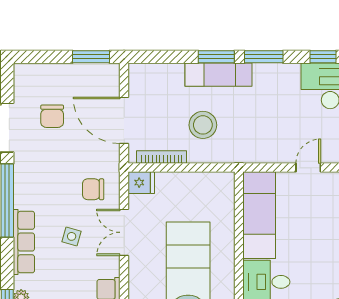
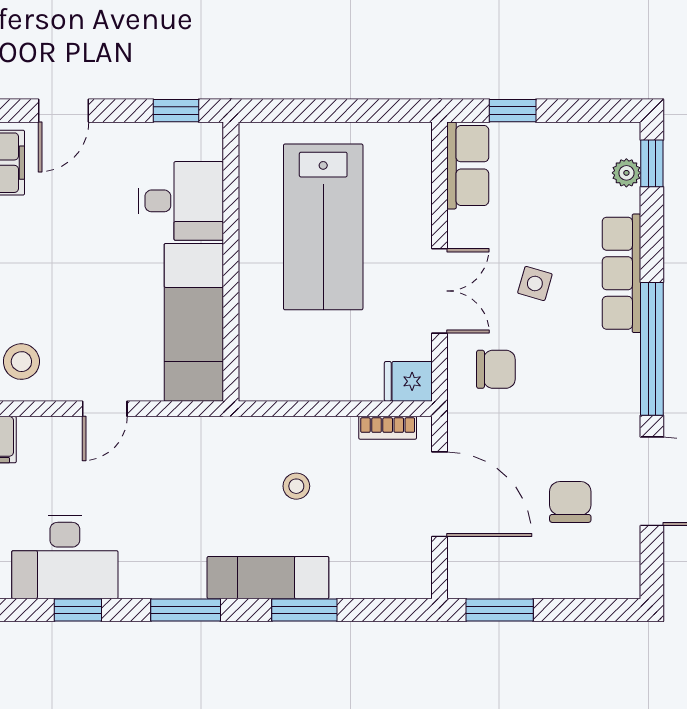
window: (216, 57) -> (304, 610), moved
stool: (203, 125) -> (296, 486), width x0.53, depth x0.53
bookcase: (162, 157) -> (388, 428), width x0.64

